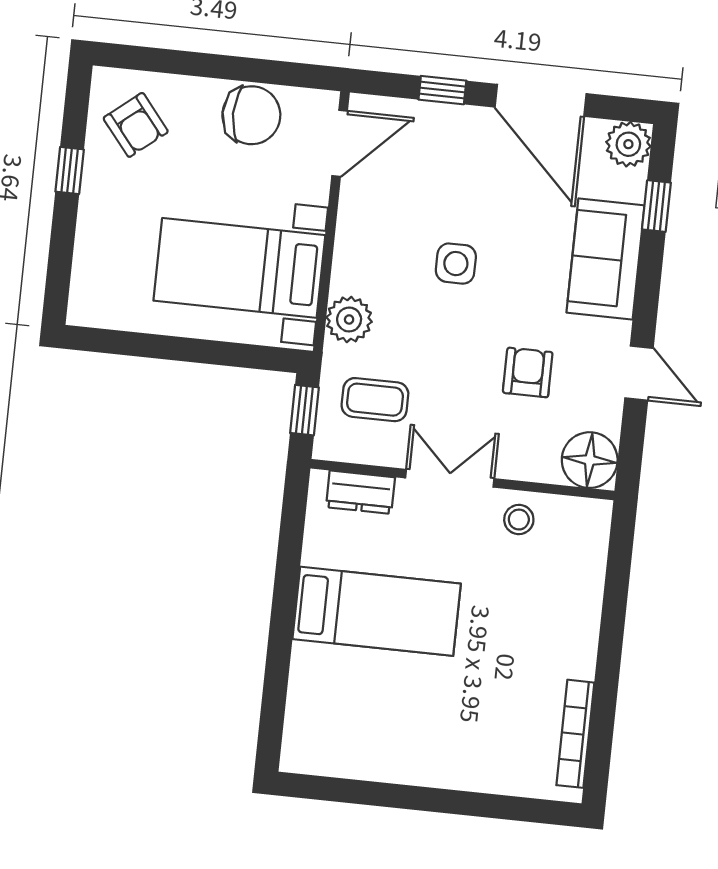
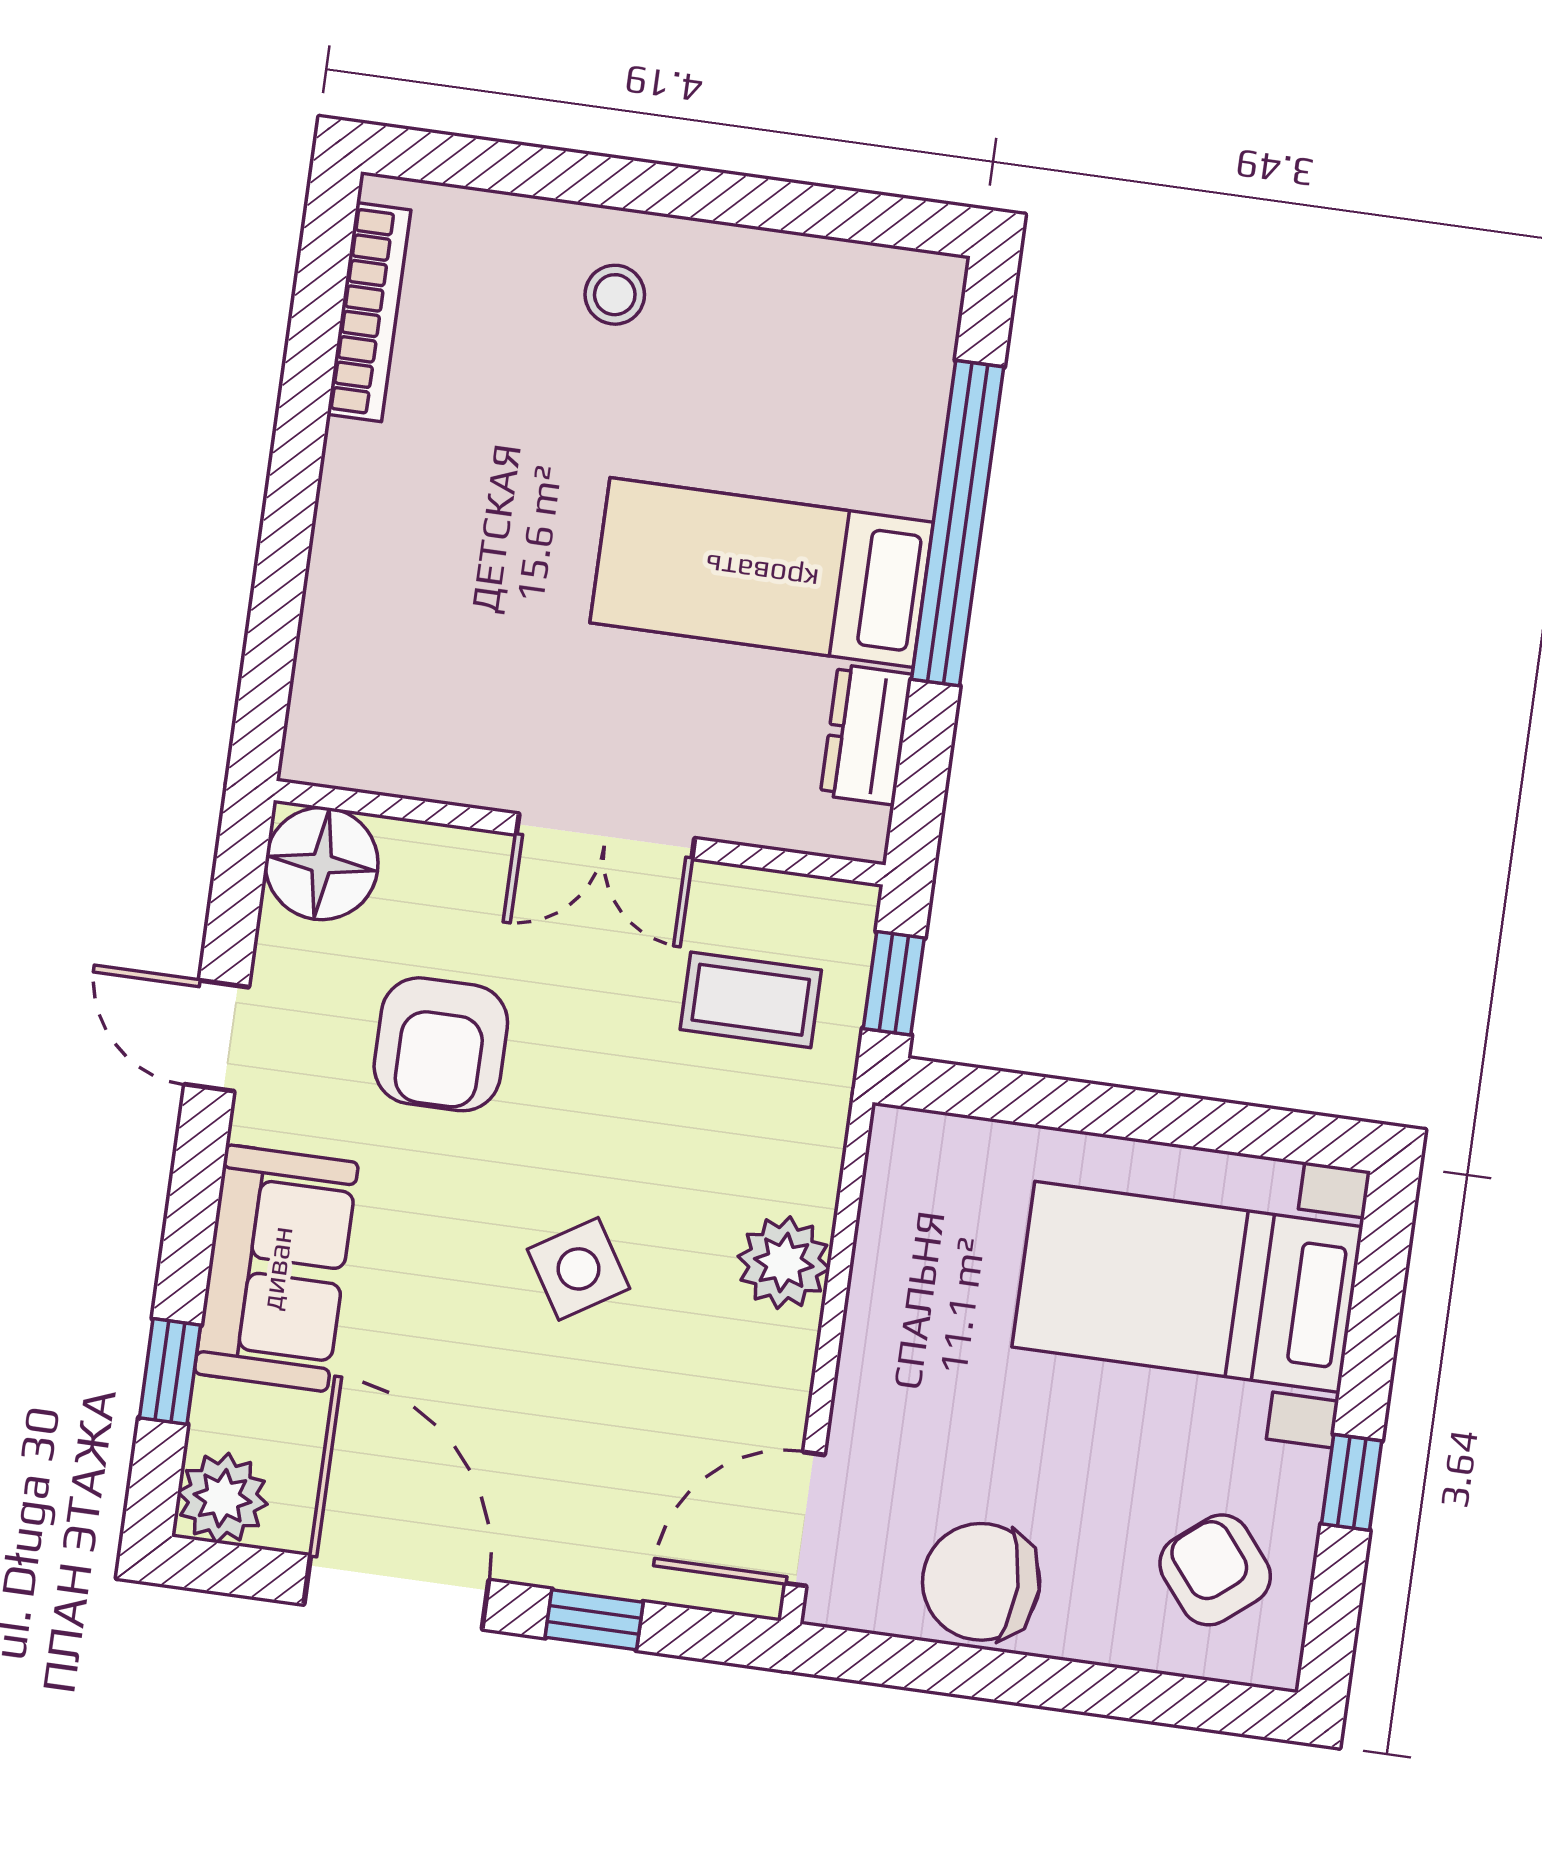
side table: (456, 264) -> (578, 1269), turned -32
bed with nightstands: (239, 268) -> (1187, 1287), moved, turned 180
plant: (349, 319) -> (784, 1263), moved
armchair: (528, 372) -> (441, 1044), width x1.38, depth x1.38
dresser: (360, 492) -> (866, 735), moved, turned -90
stool: (519, 520) -> (615, 295), moved
window: (280, 639) -> (958, 523), added

